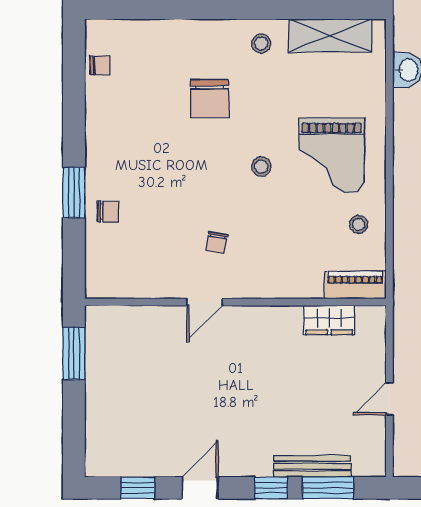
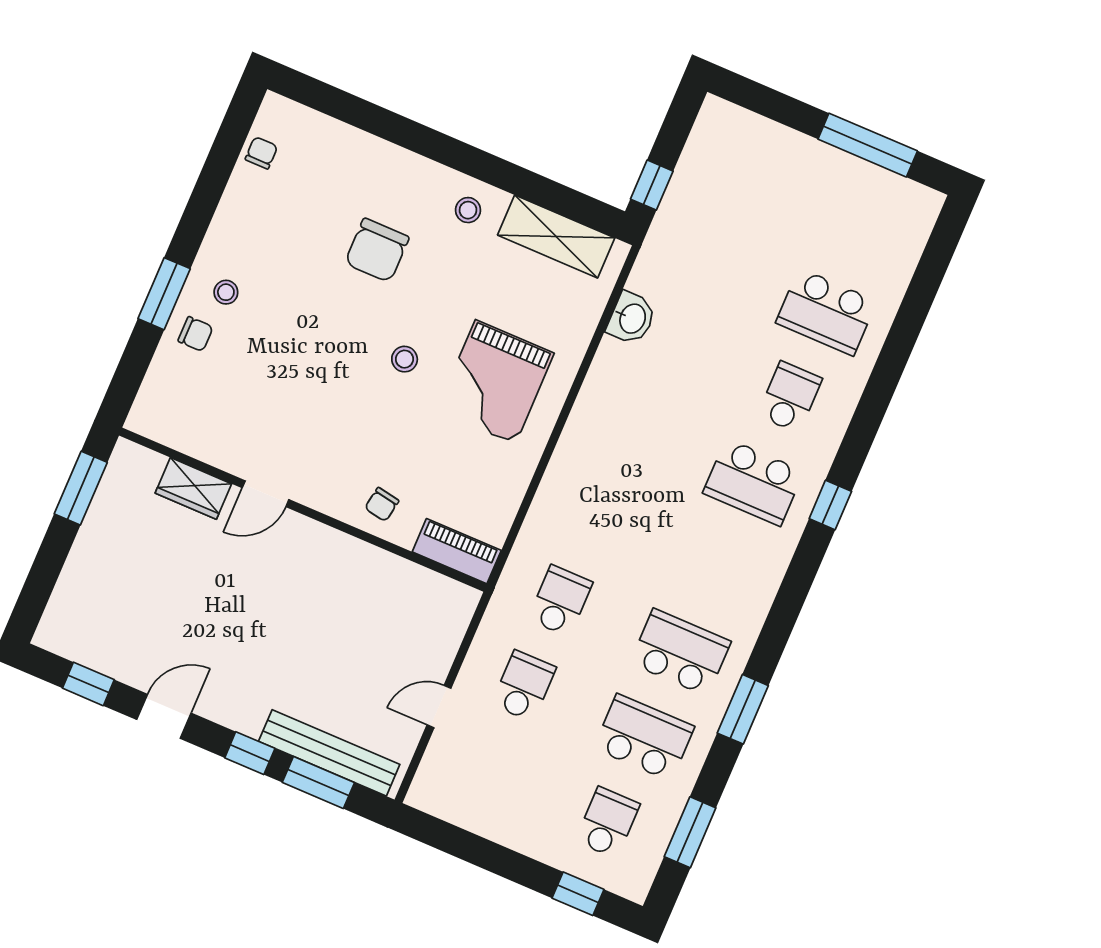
chair: (100, 65) -> (261, 153), turned -90
stool: (359, 224) -> (226, 292), moved
chair: (217, 242) -> (382, 504), moved
wardrobe: (329, 320) -> (193, 488), moved
bench: (312, 466) -> (329, 753), width x1.37, depth x1.21

